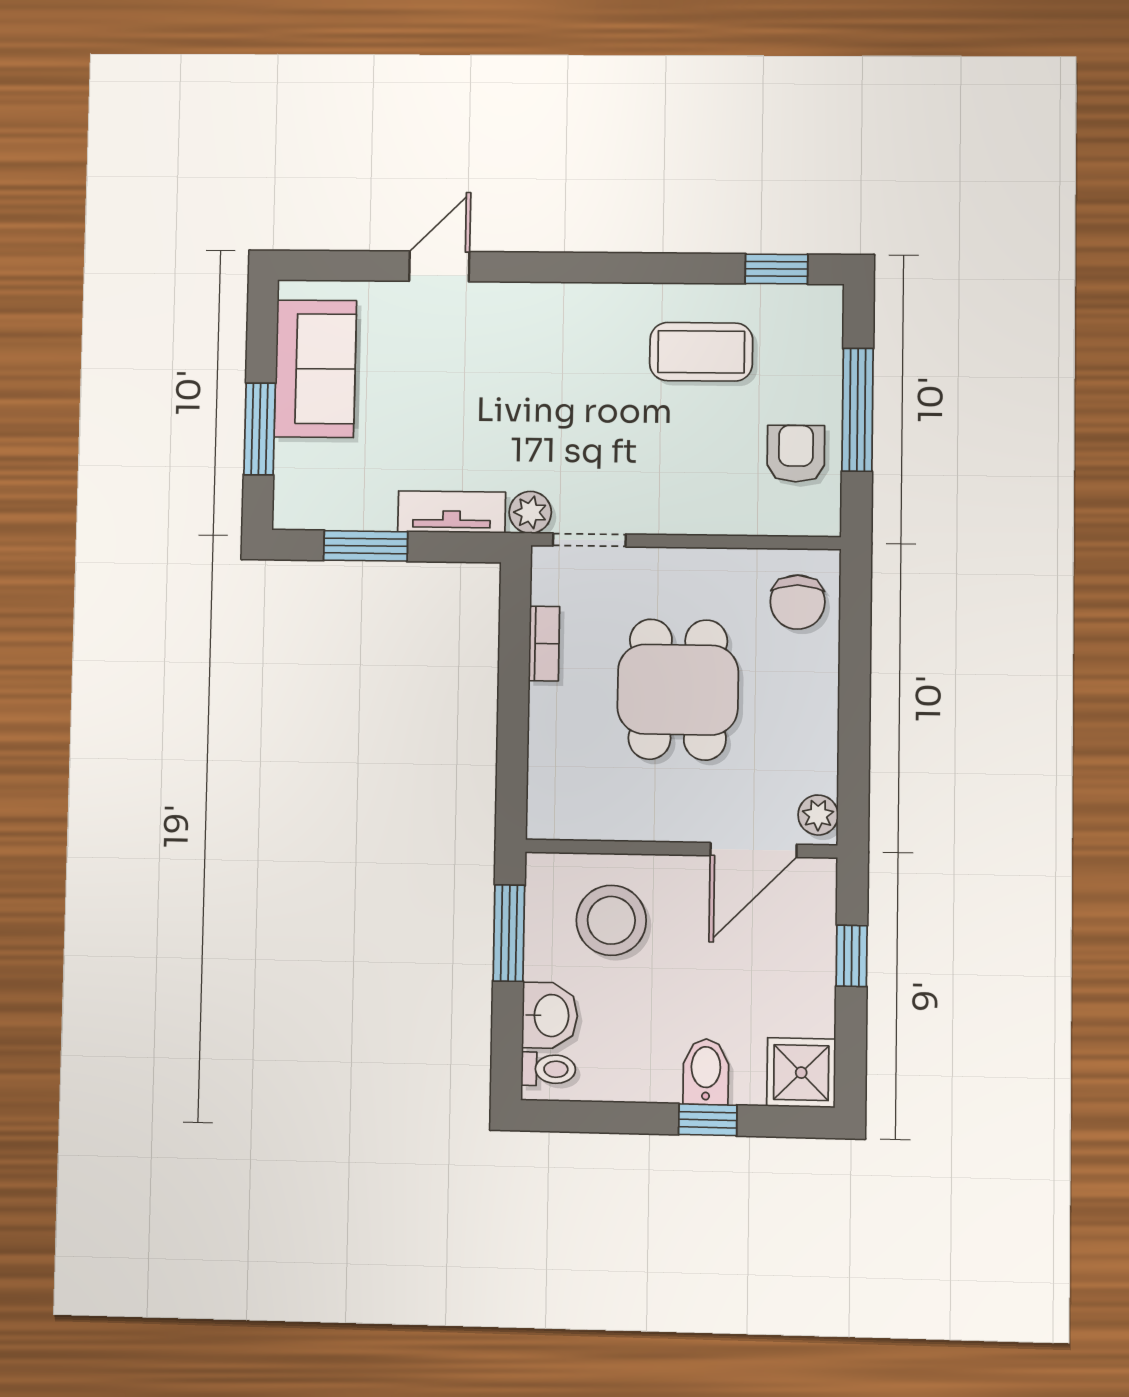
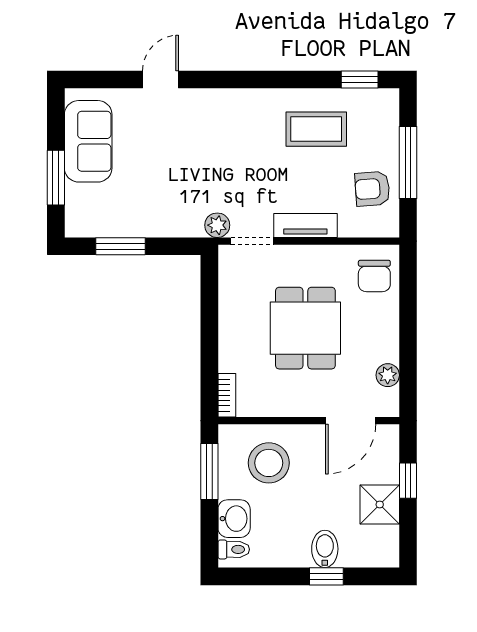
armchair: (796, 454) -> (372, 189), turned -94
tv unit: (452, 512) -> (305, 226), moved
bookcase: (544, 644) -> (227, 395), moved
plant: (818, 815) -> (388, 375), moved
shower: (801, 1073) -> (380, 504), moved

